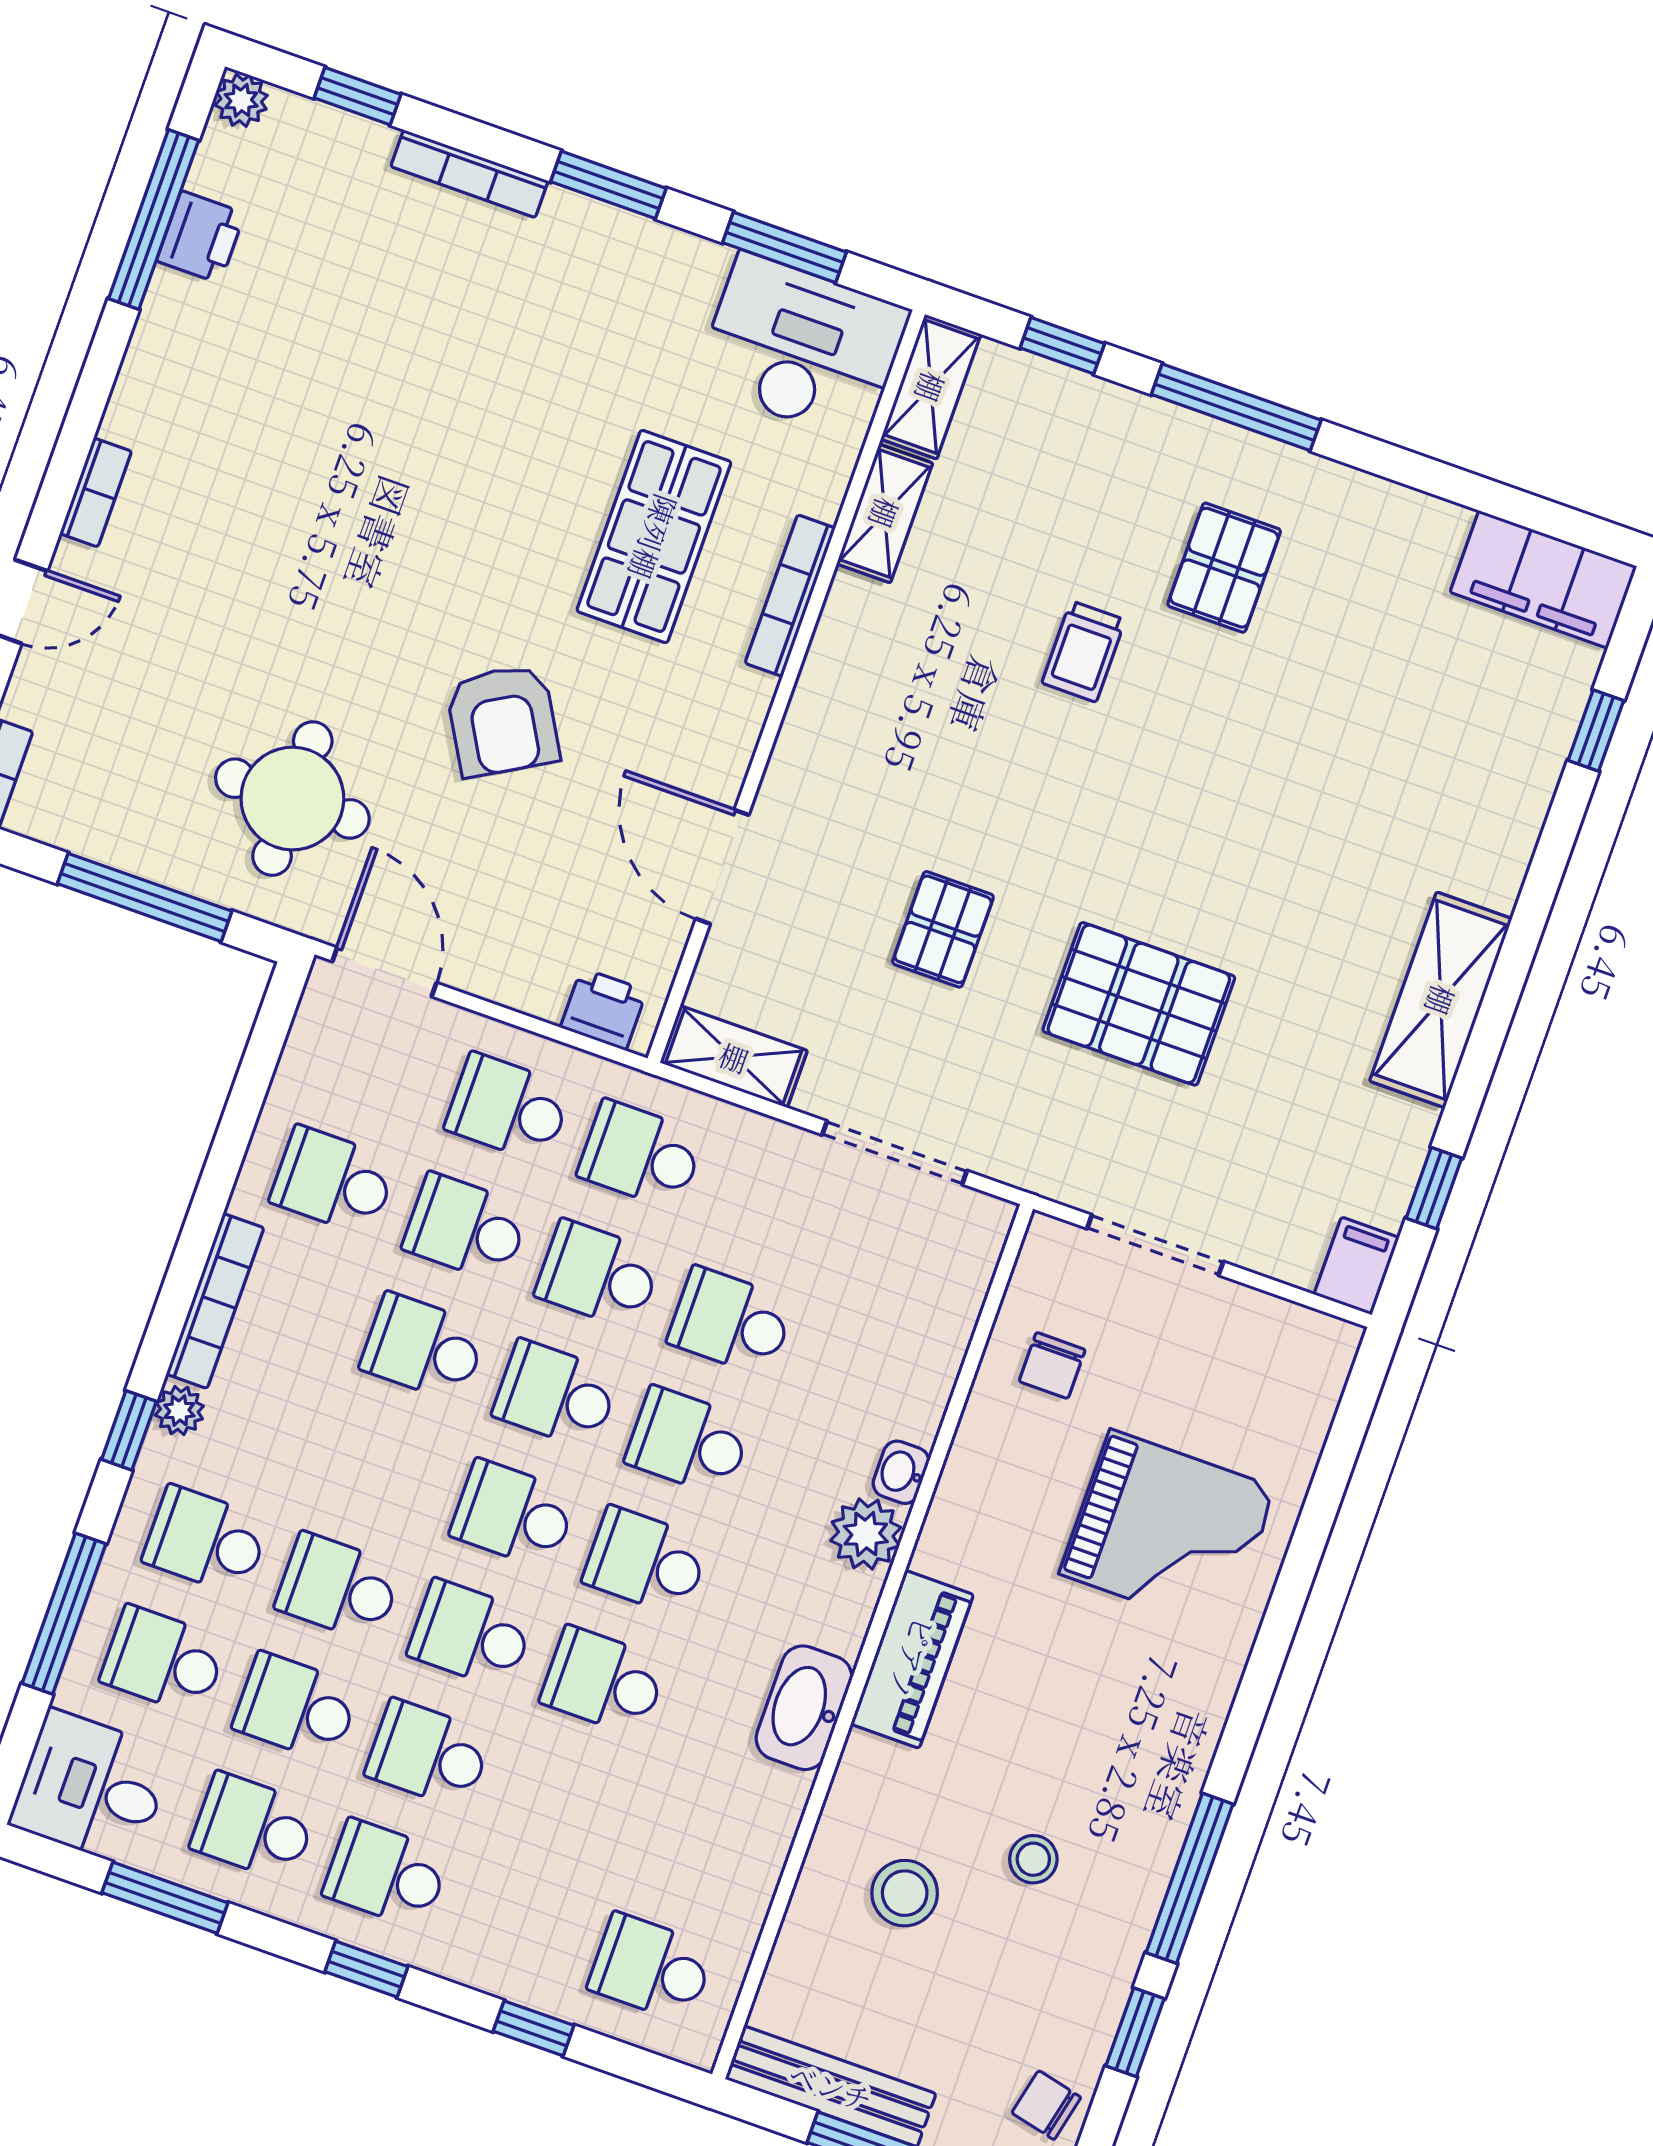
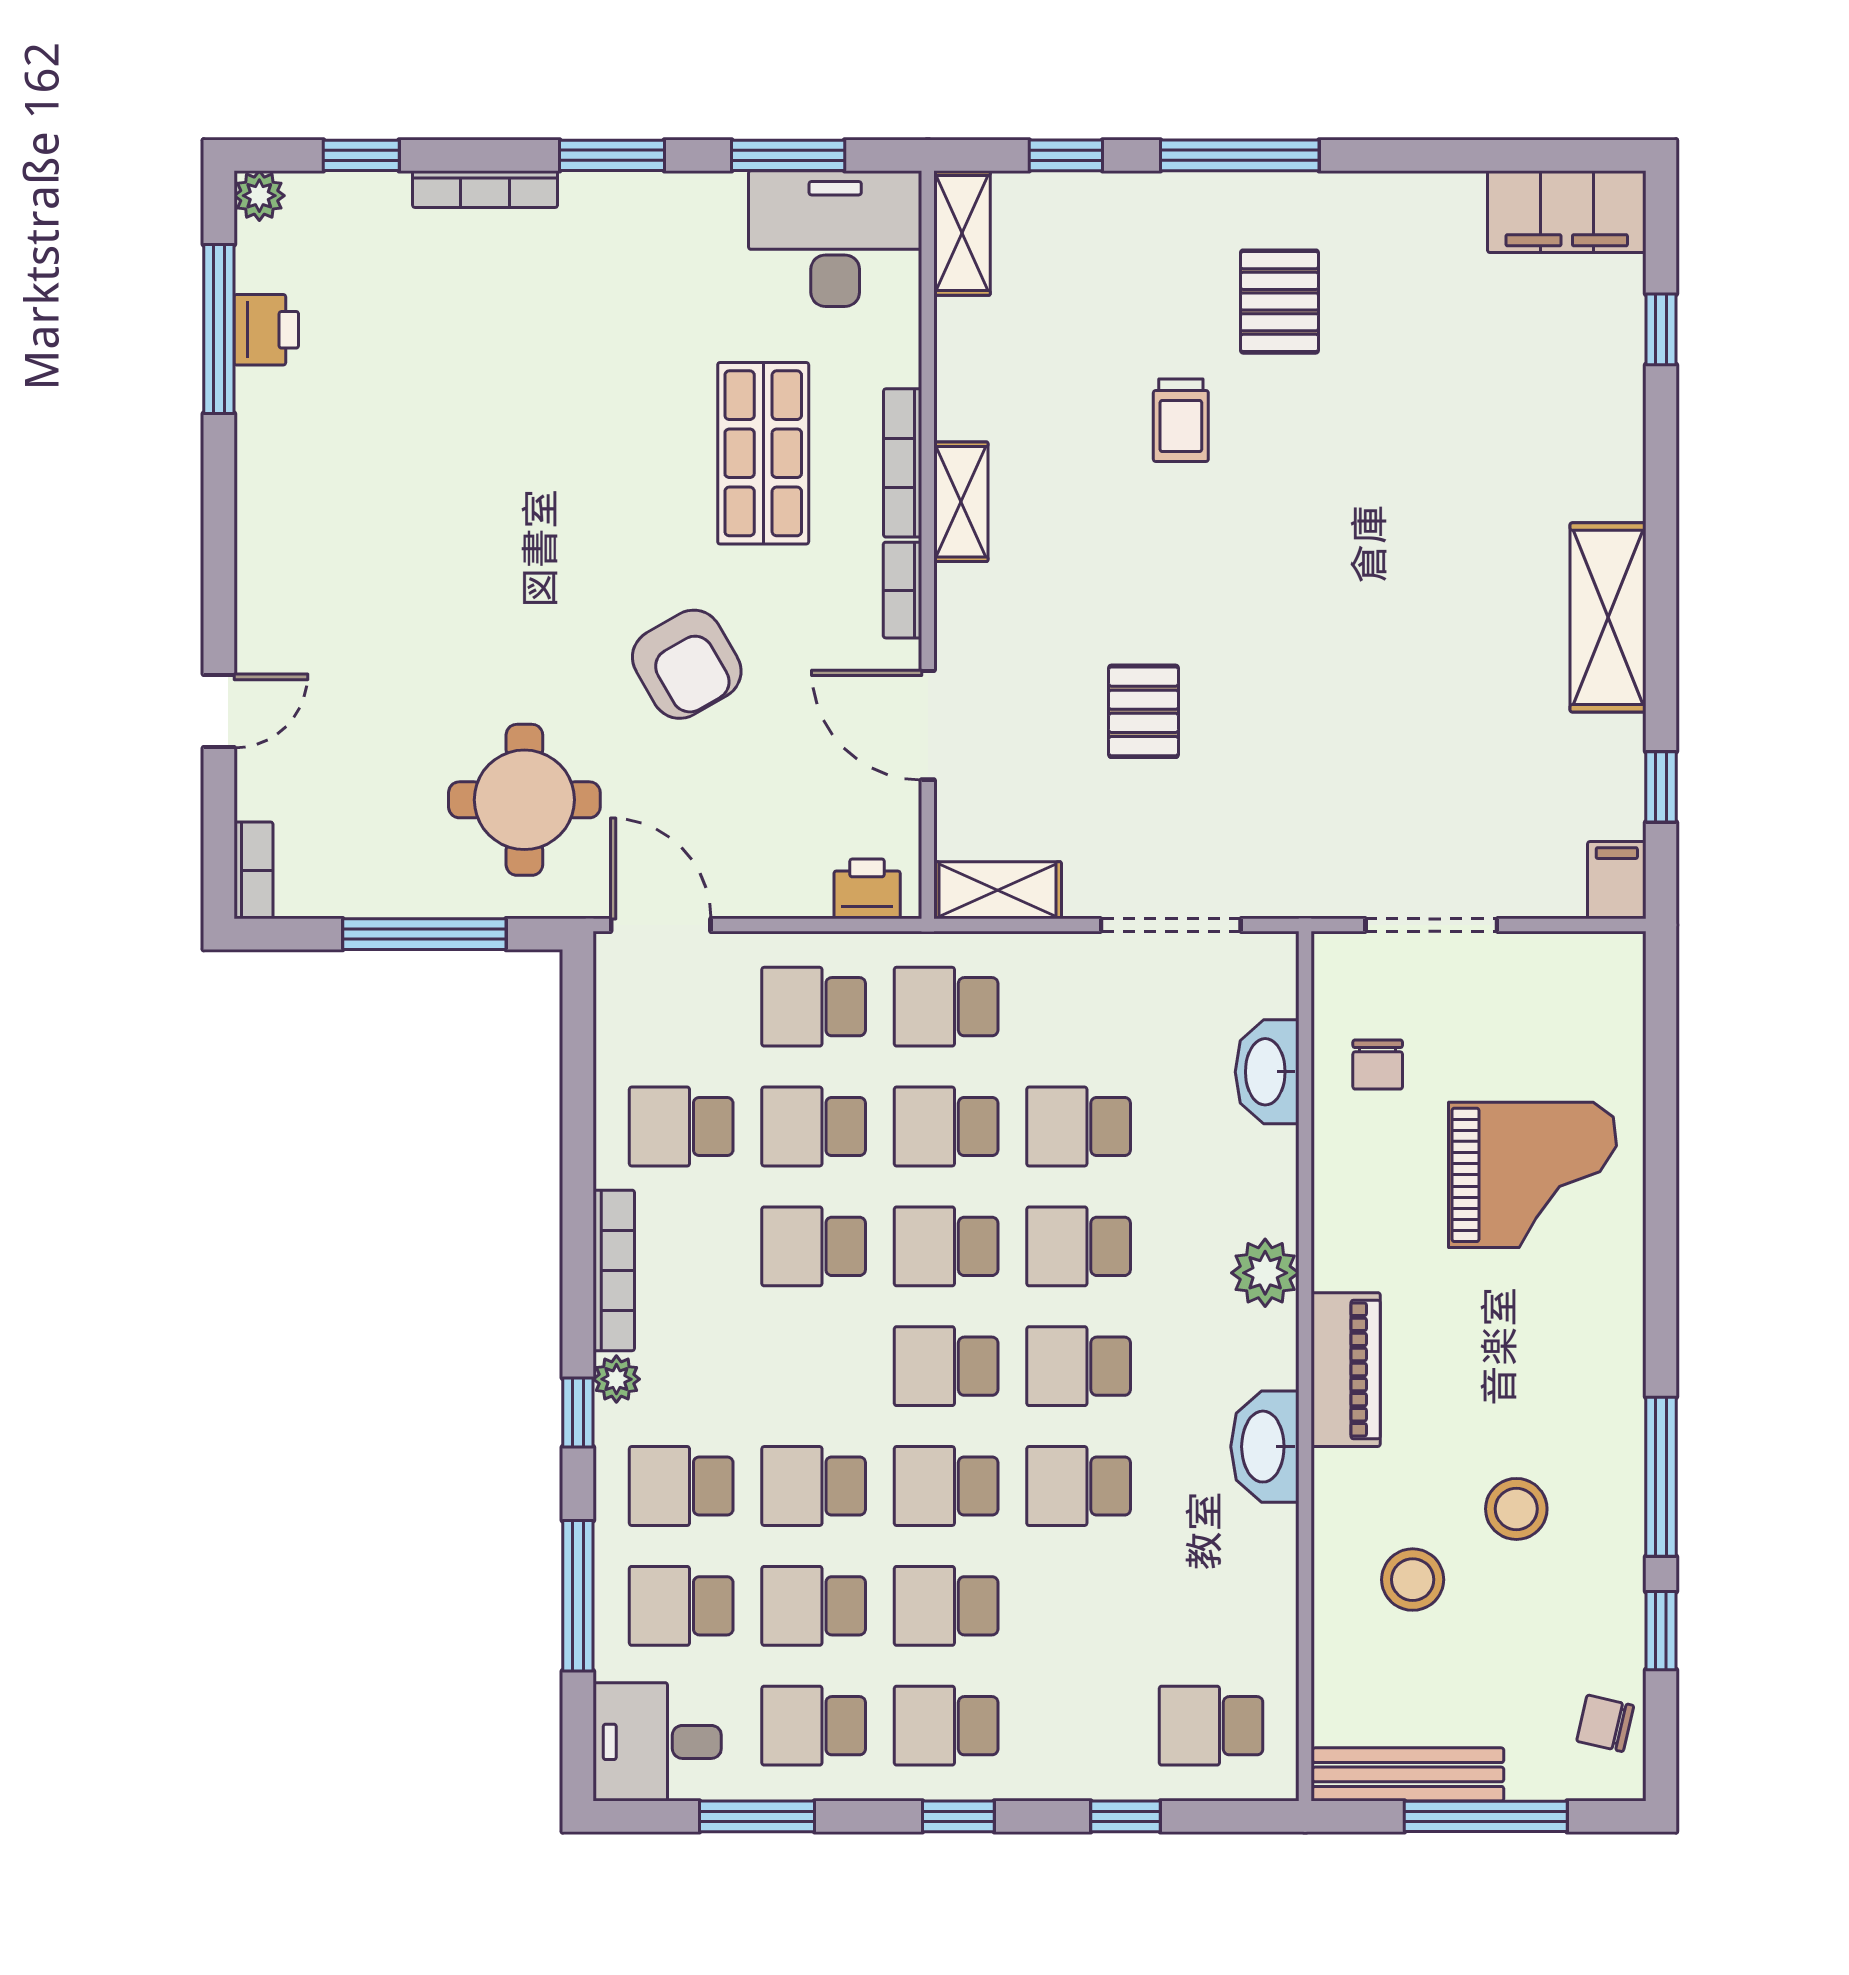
bookcase: (96, 492) -> (903, 590), moved, turned 180
shelving: (885, 513) -> (961, 502), moved
pallet: (1139, 1004) -> (1341, 716), removed
washbasin: (901, 1472) -> (1267, 1072), moved, width x1.91, depth x1.45
stool: (1033, 1859) -> (1516, 1509), width x1.37, depth x1.37

